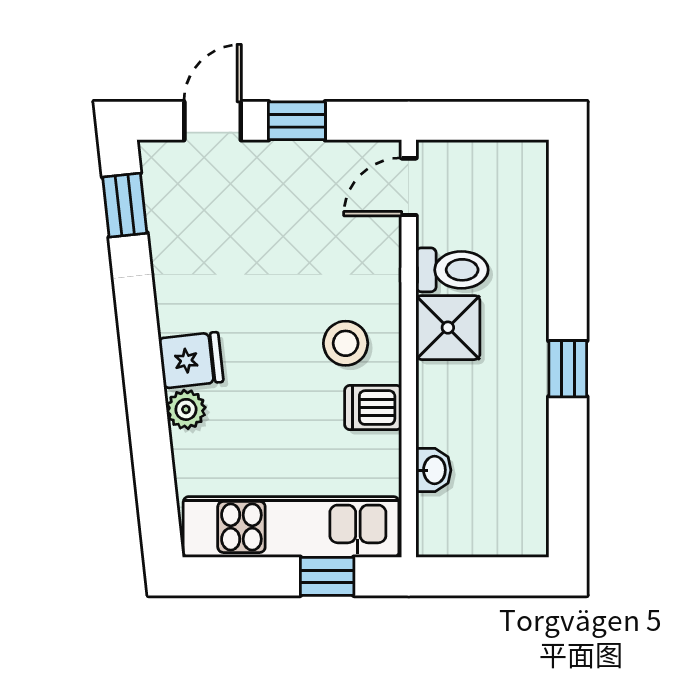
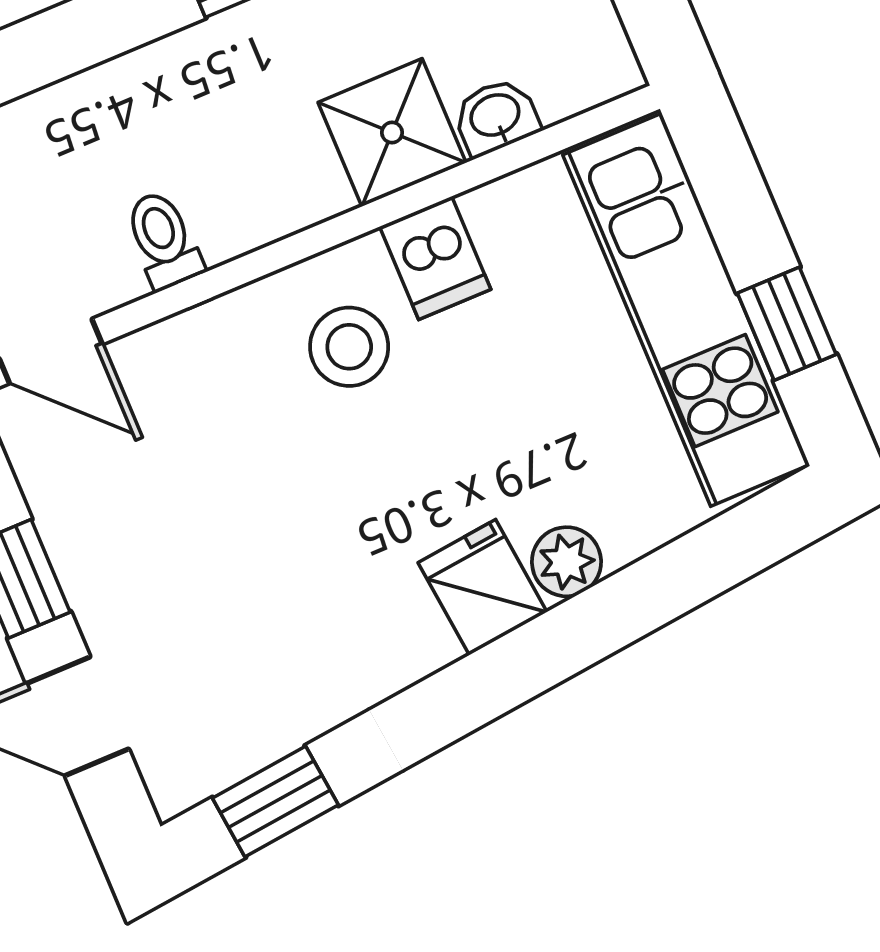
toilet: (452, 270) -> (163, 240), width x0.73, depth x0.72
shower: (448, 328) -> (392, 133), moved
window: (327, 576) -> (787, 324), moved

